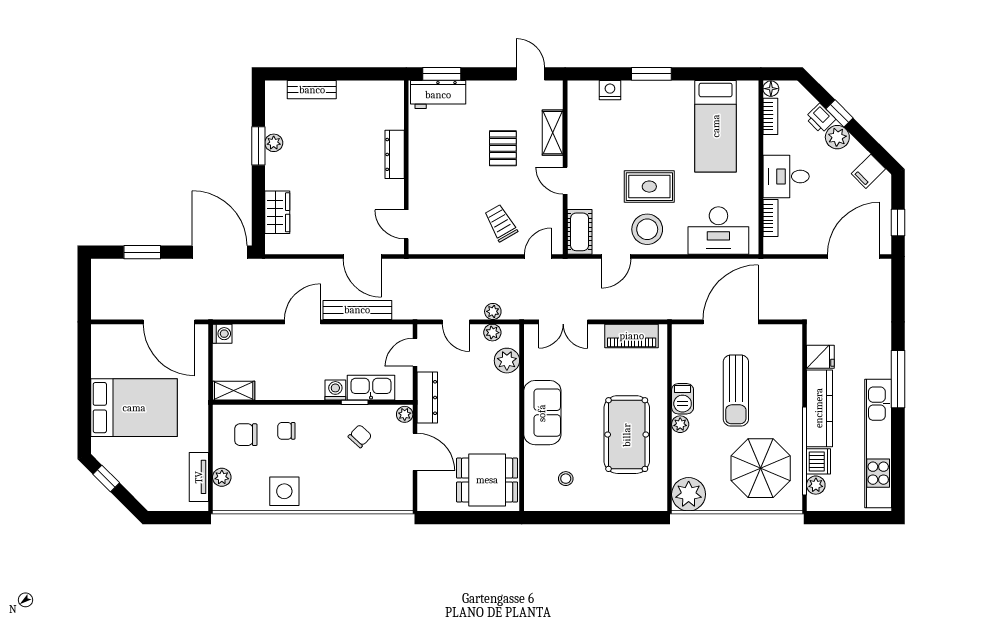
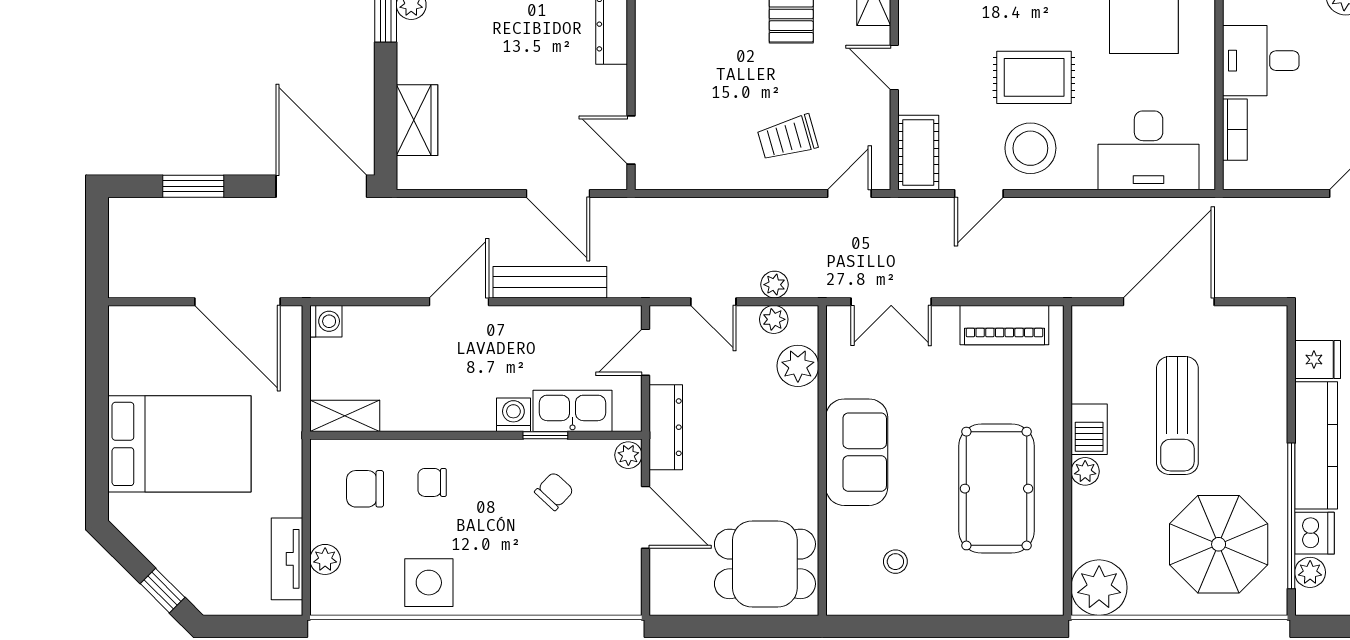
trolley: (501, 223) -> (788, 138), turned -76
window: (106, 478) -> (163, 591), moved

